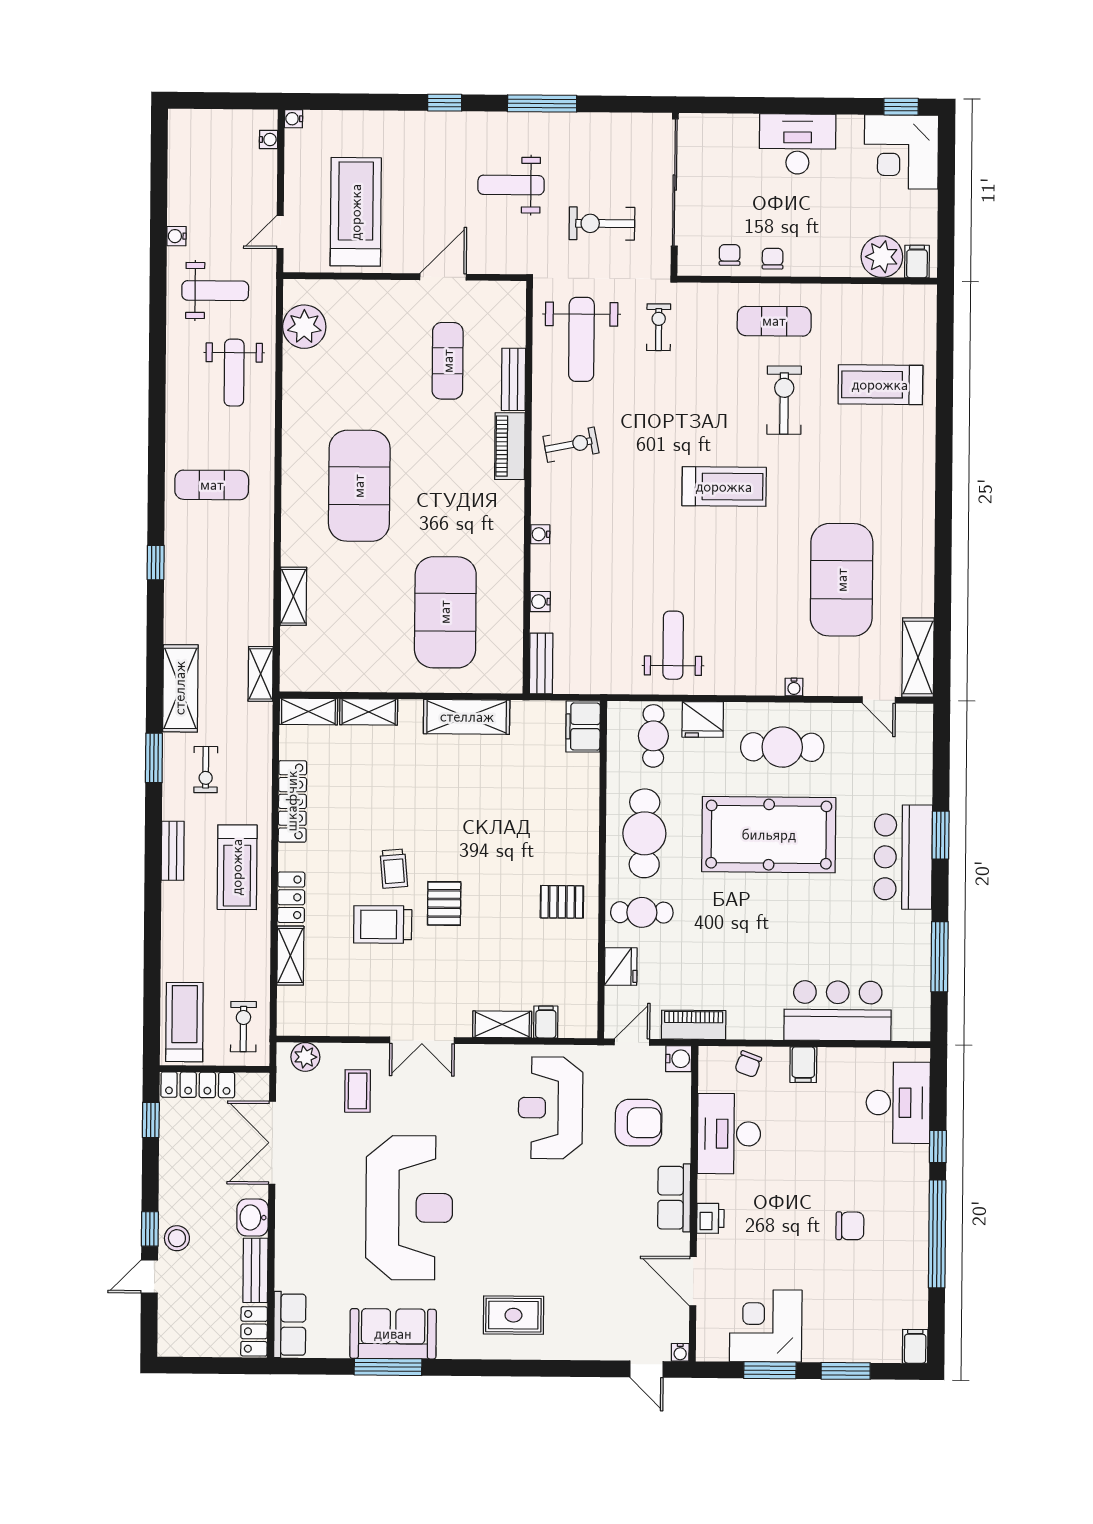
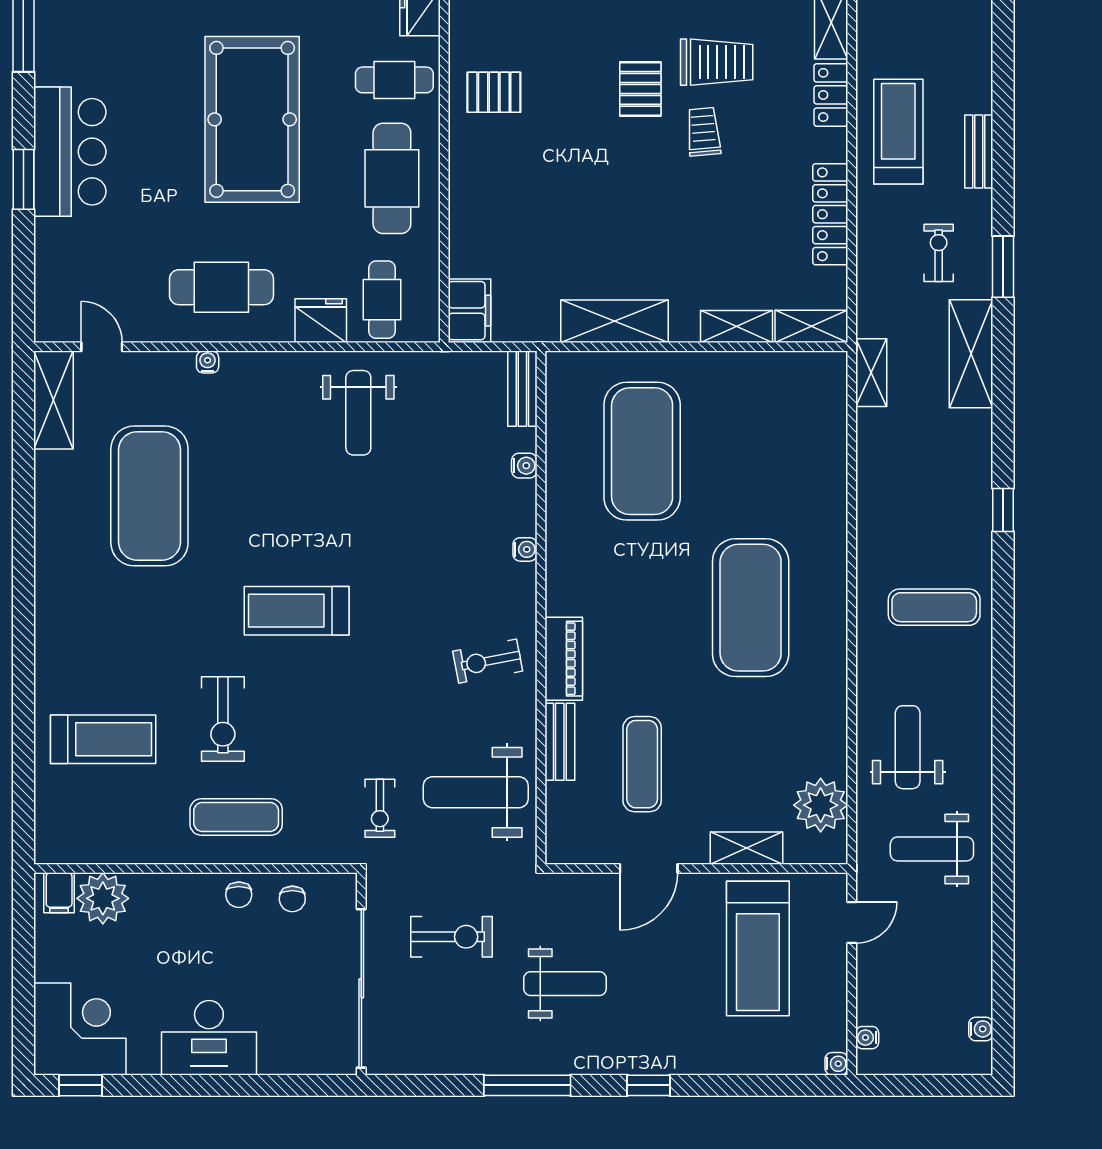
water cooler: (176, 236) -> (981, 1029), moved
weight bench: (581, 339) -> (476, 792), turned -90
shelving: (293, 596) -> (746, 848), moved, turned 90
pool table: (769, 835) -> (252, 119), moved, turned 90

